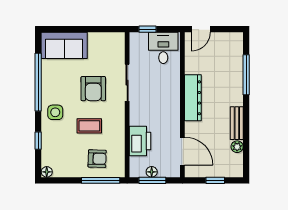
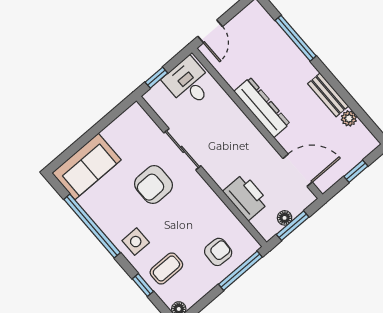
armchair: (93, 89) -> (153, 185), turned 90
coffee table: (89, 126) -> (166, 269), moved

